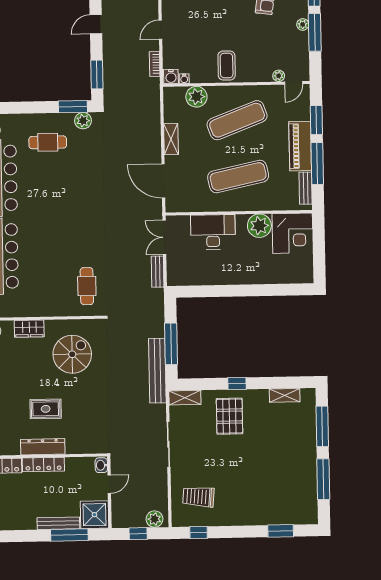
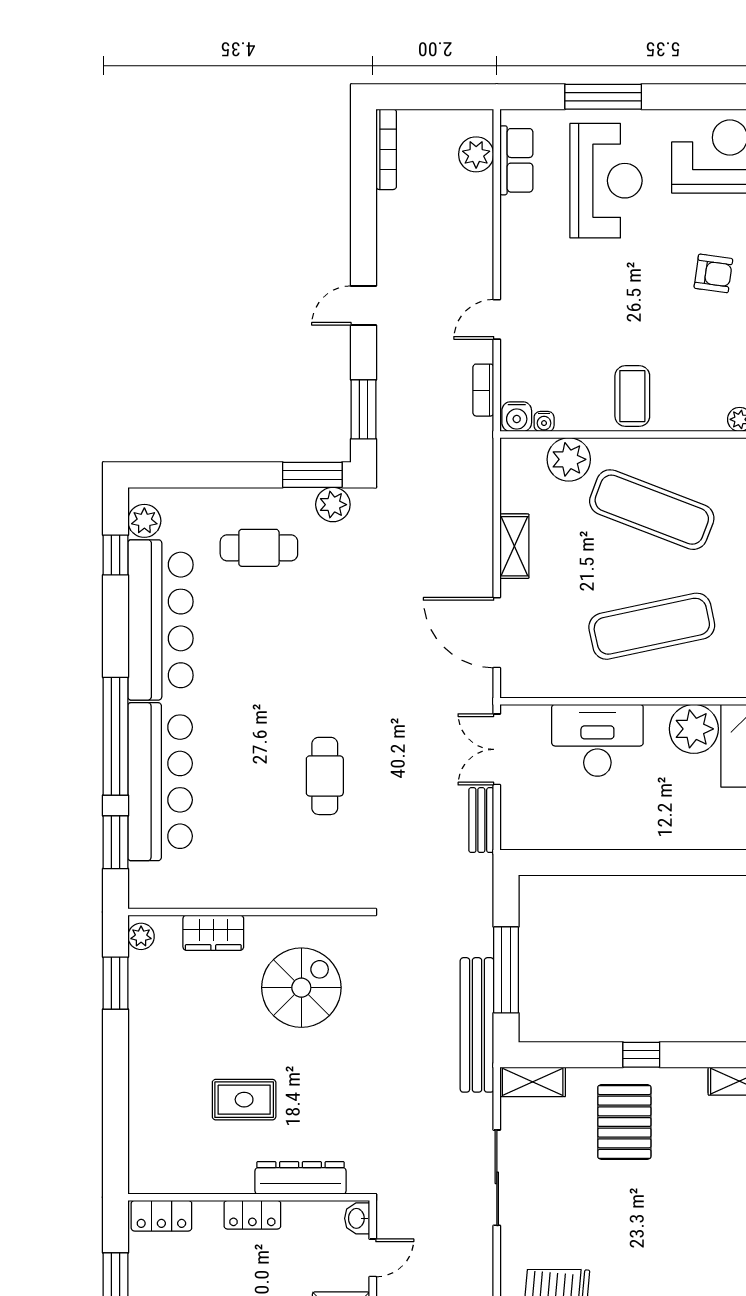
exercise mat: (237, 120) -> (652, 510), turned 42
cafe table: (87, 286) -> (325, 776), moved
dresser: (43, 447) -> (301, 1178), moved
locker: (43, 465) -> (252, 1215), width x0.66

